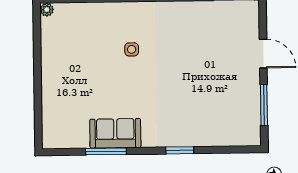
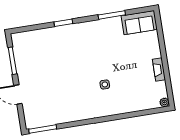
fireplace: (48, 60) -> (159, 69), added
sofa: (115, 133) -> (139, 23), moved

